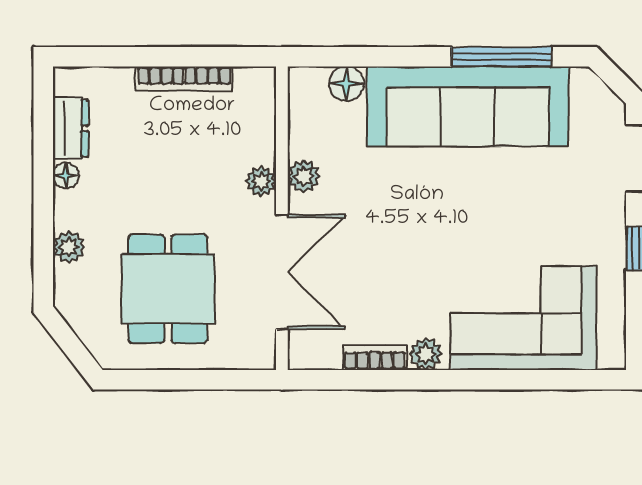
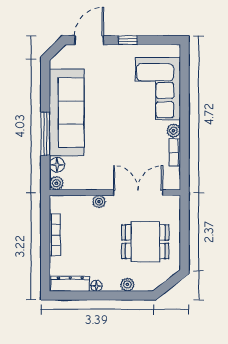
window: (502, 57) -> (45, 134), moved
dresser: (70, 128) -> (70, 284), width x1.44
plant: (304, 176) -> (56, 183), moved

